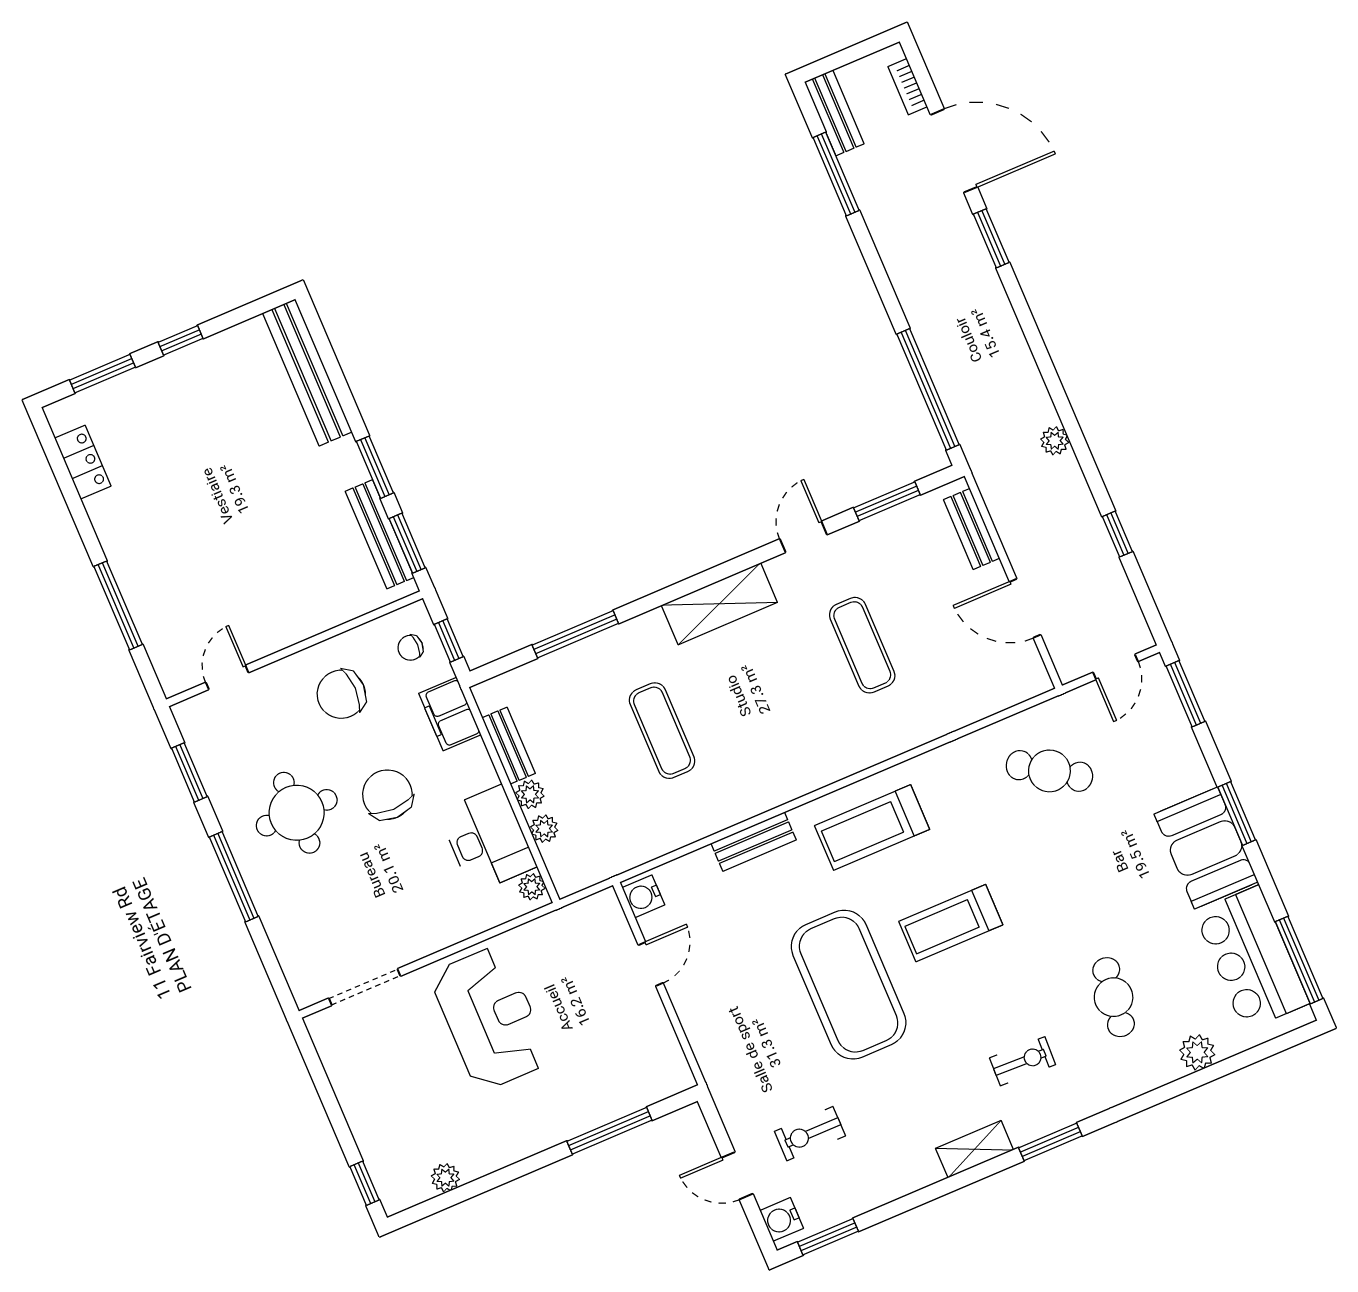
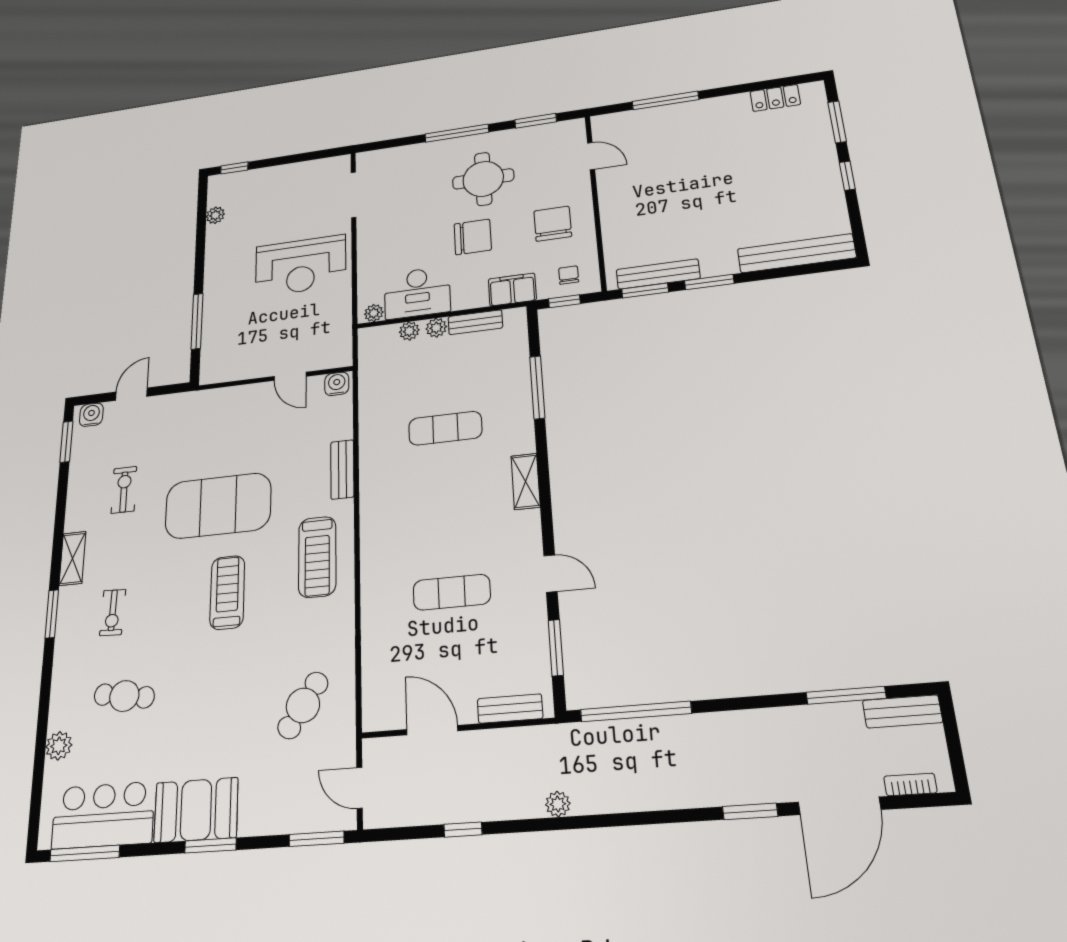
shelving: (719, 604) -> (526, 481), width x0.67, depth x0.75
door: (1025, 608) -> (432, 730), hinge flipped
treadmill: (872, 828) -> (317, 557), turned 180
exercise bike: (810, 1134) -> (124, 490), moved

